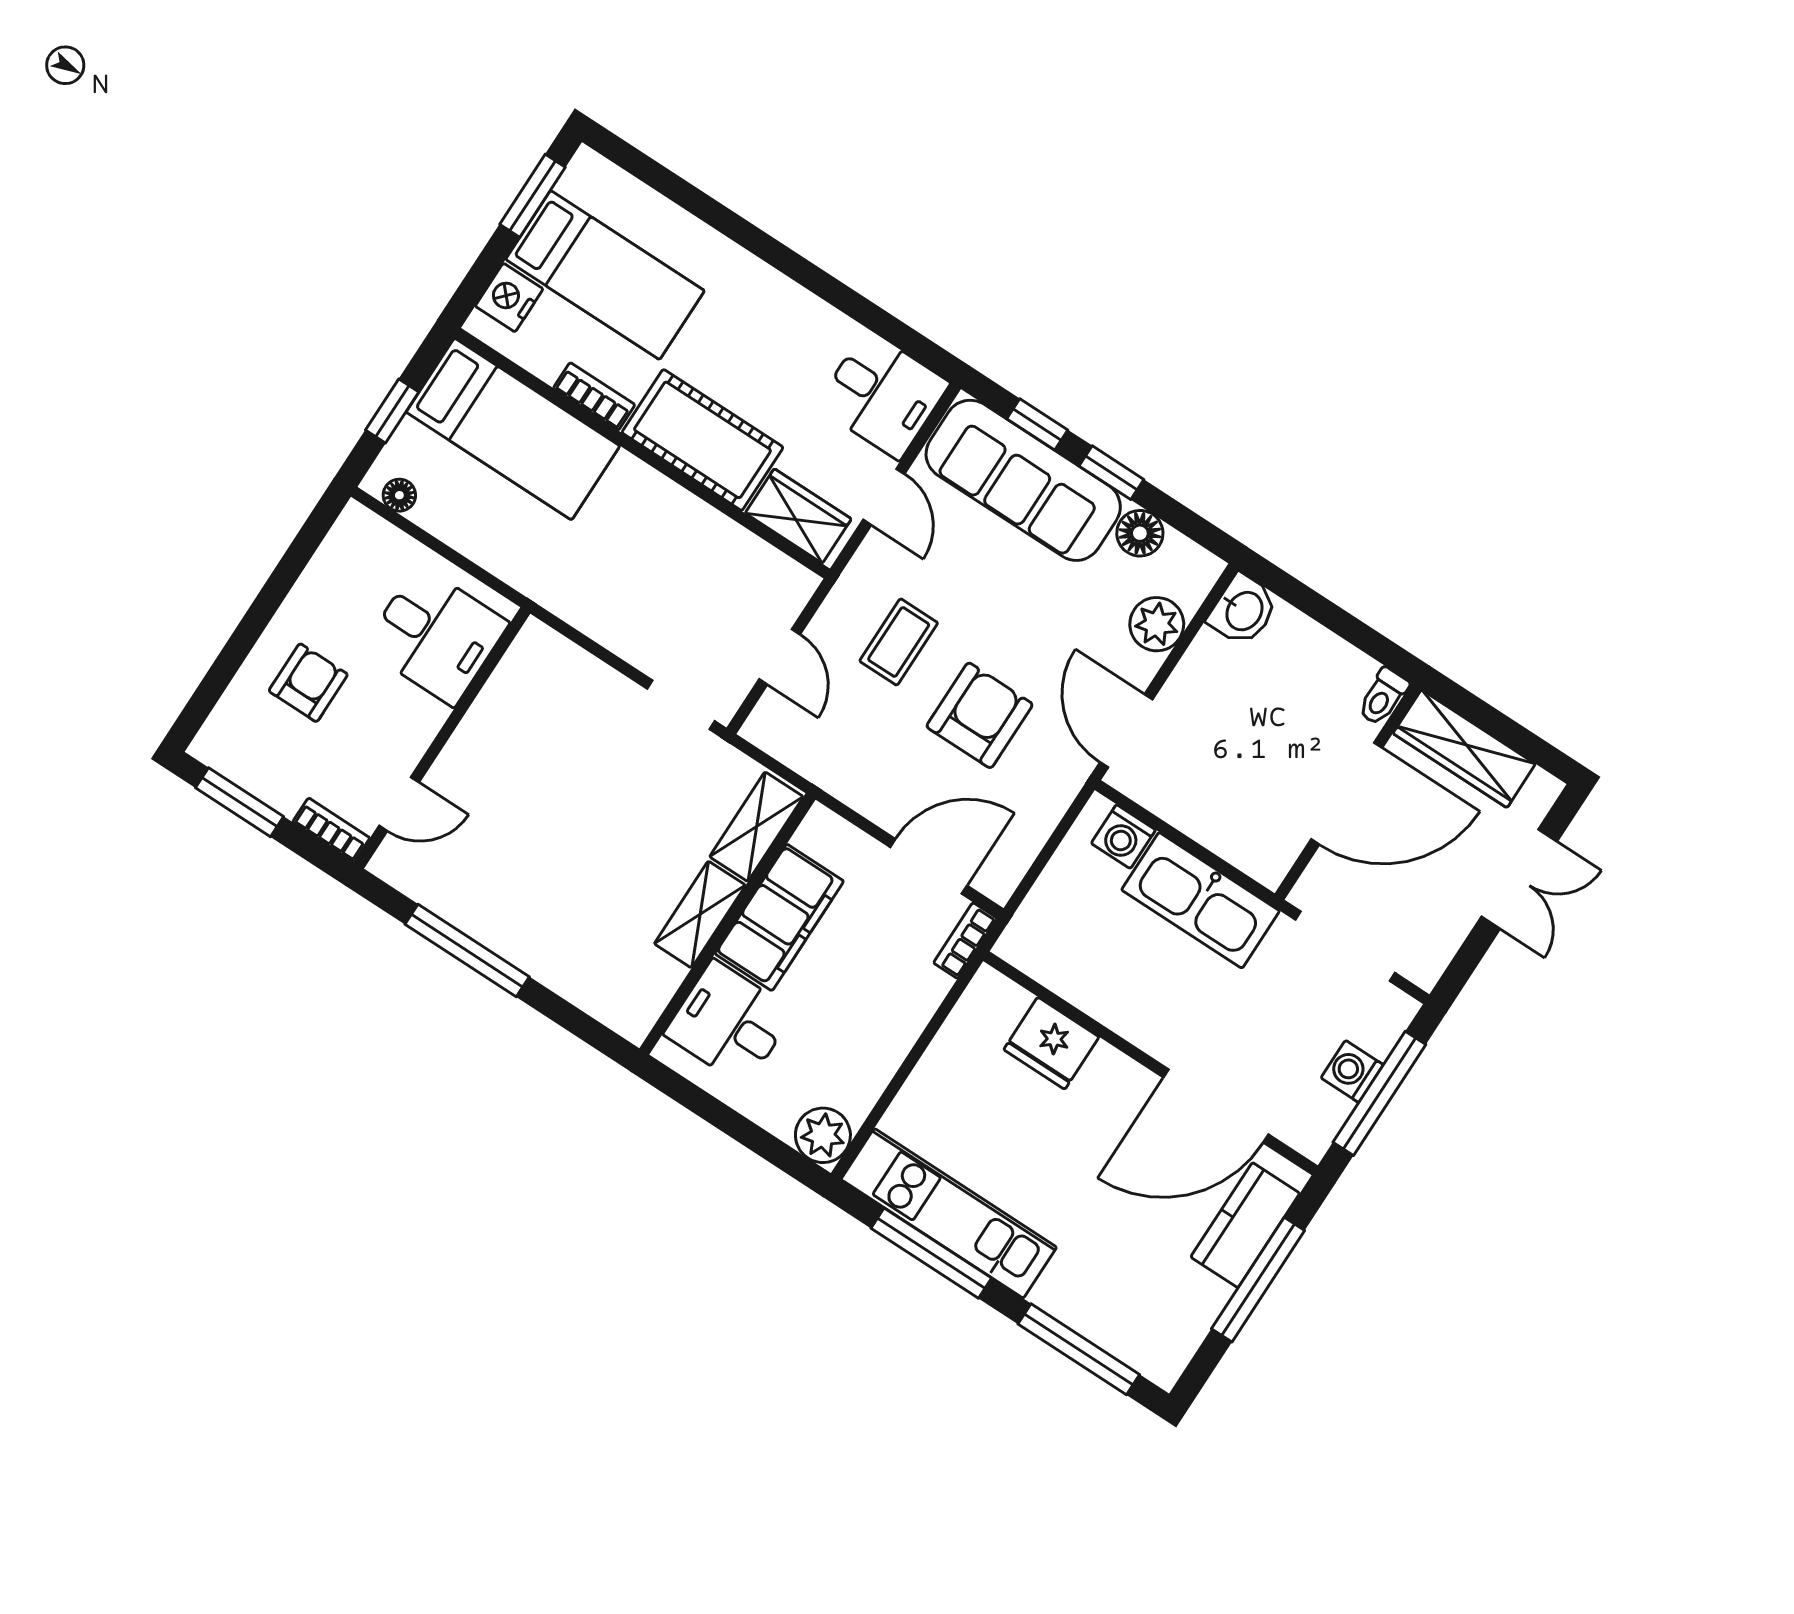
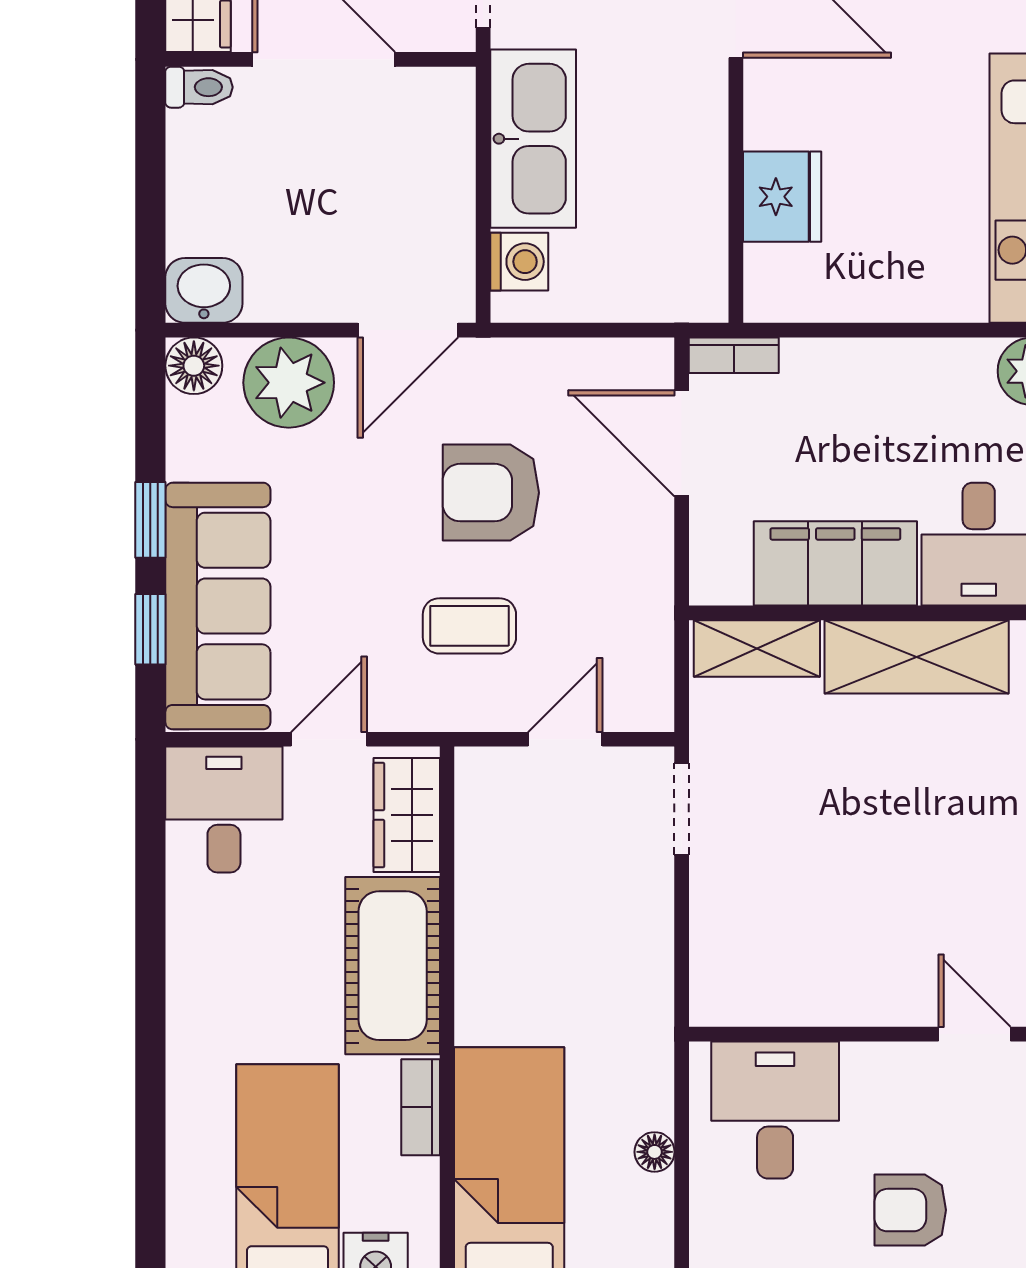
floor lamp: (399, 495) -> (655, 1152), moved
floor lamp: (1140, 533) -> (194, 366), moved
plant: (1157, 624) -> (289, 383), width x1.36, depth x1.36
shelving: (700, 915) -> (917, 657), width x1.50, depth x1.33

